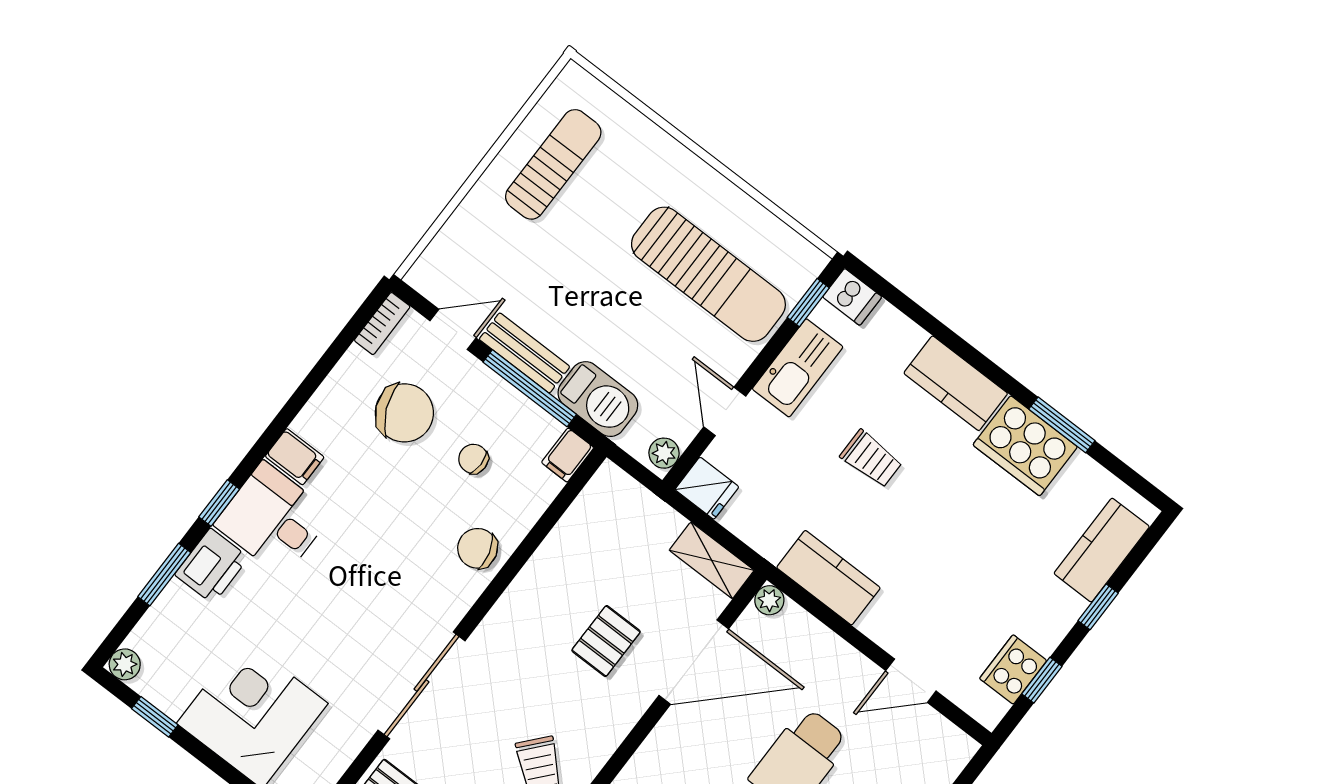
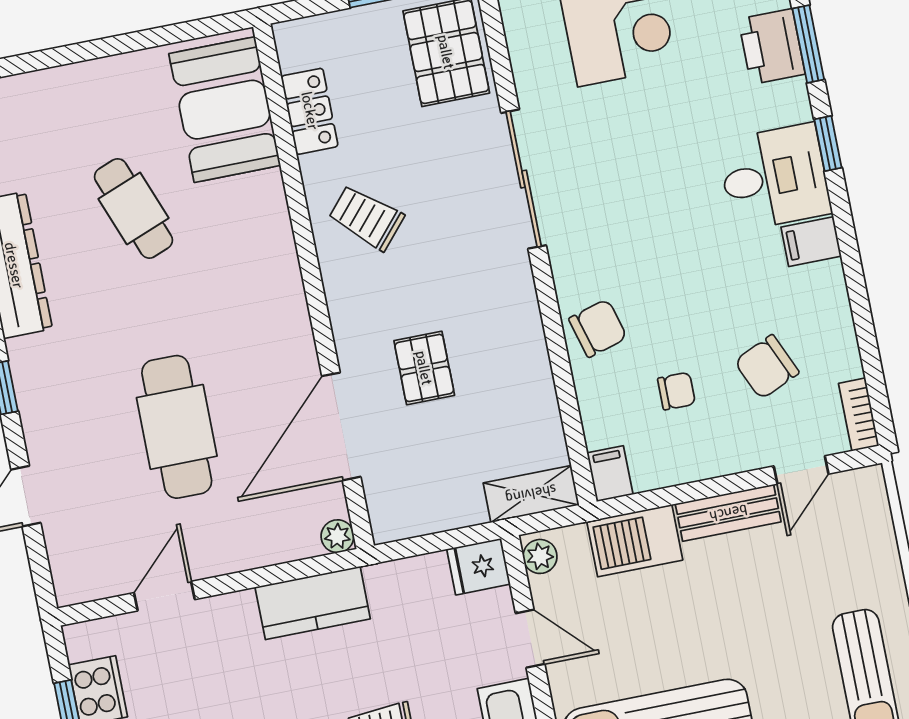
window: (530, 388) -> (694, 491), removed
chair: (404, 413) -> (767, 367), width x0.73, depth x0.73
shelving: (712, 560) -> (531, 494), moved
printer: (212, 566) -> (772, 47), moved

